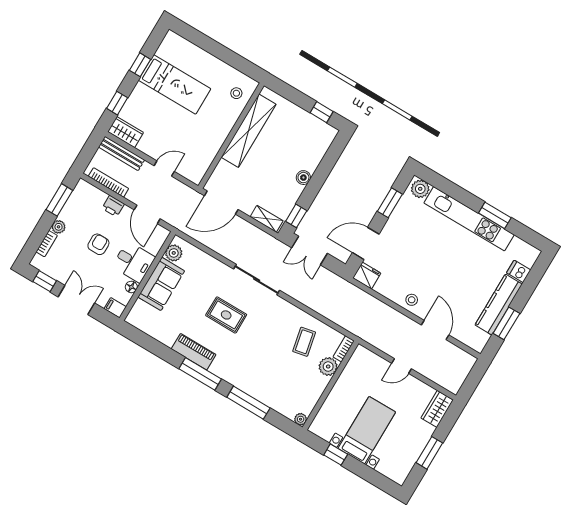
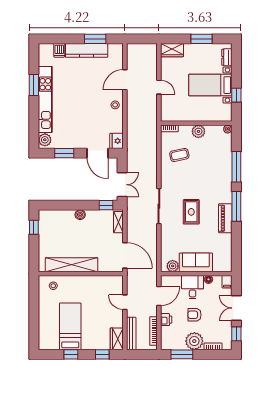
plant: (59, 227) -> (194, 341), width x1.87, depth x1.87
plant: (328, 367) -> (198, 131), moved
dresser: (389, 471) -> (227, 57), added

